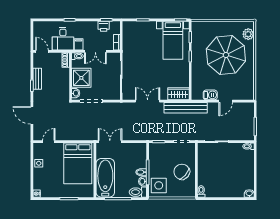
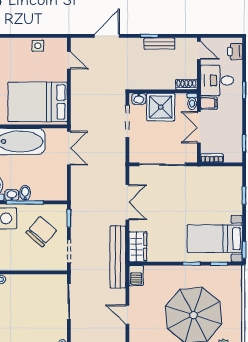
printer: (104, 26) -> (235, 51), moved
door: (42, 51) -> (199, 50), hinge flipped
barbecue: (210, 95) -> (136, 276), moved
chair: (182, 172) -> (41, 232), moved

